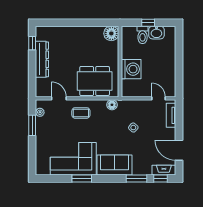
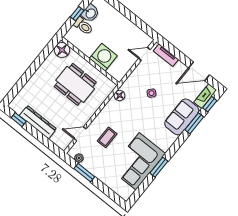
dining table: (95, 81) -> (75, 84), moved, turned 90
coffee table: (81, 113) -> (107, 137), moved
sofa: (115, 165) -> (182, 117), moved

